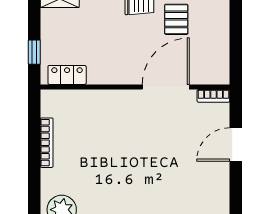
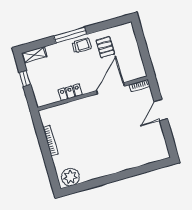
window: (34, 52) -> (25, 79), moved
locker: (67, 75) -> (70, 92), moved

